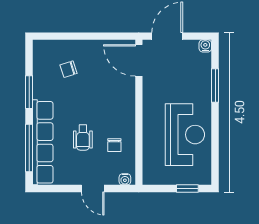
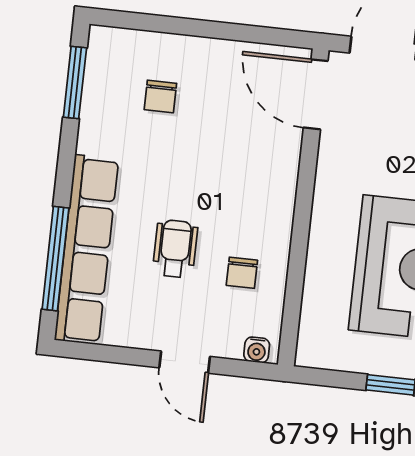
chair: (69, 69) -> (160, 96), turned -72
window: (29, 92) -> (75, 82), moved
wheelchair: (83, 138) -> (175, 249), turned 180

